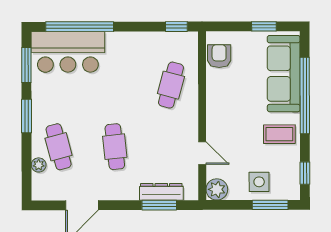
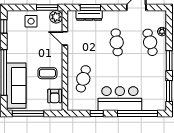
window: (264, 26) -> (28, 114), width x2.17
window: (176, 27) -> (97, 114), moved
bar counter: (68, 52) -> (120, 99), moved
coffee table: (279, 134) -> (47, 73), moved
window: (270, 205) -> (47, 8), moved

